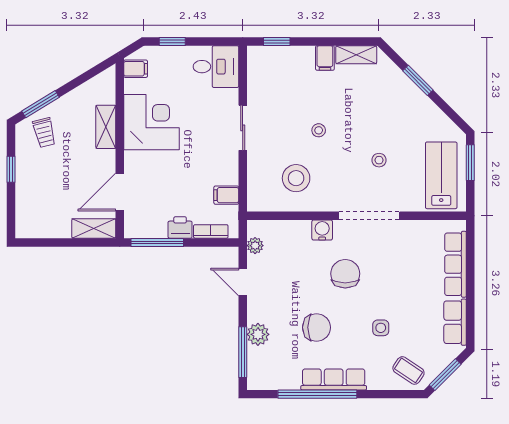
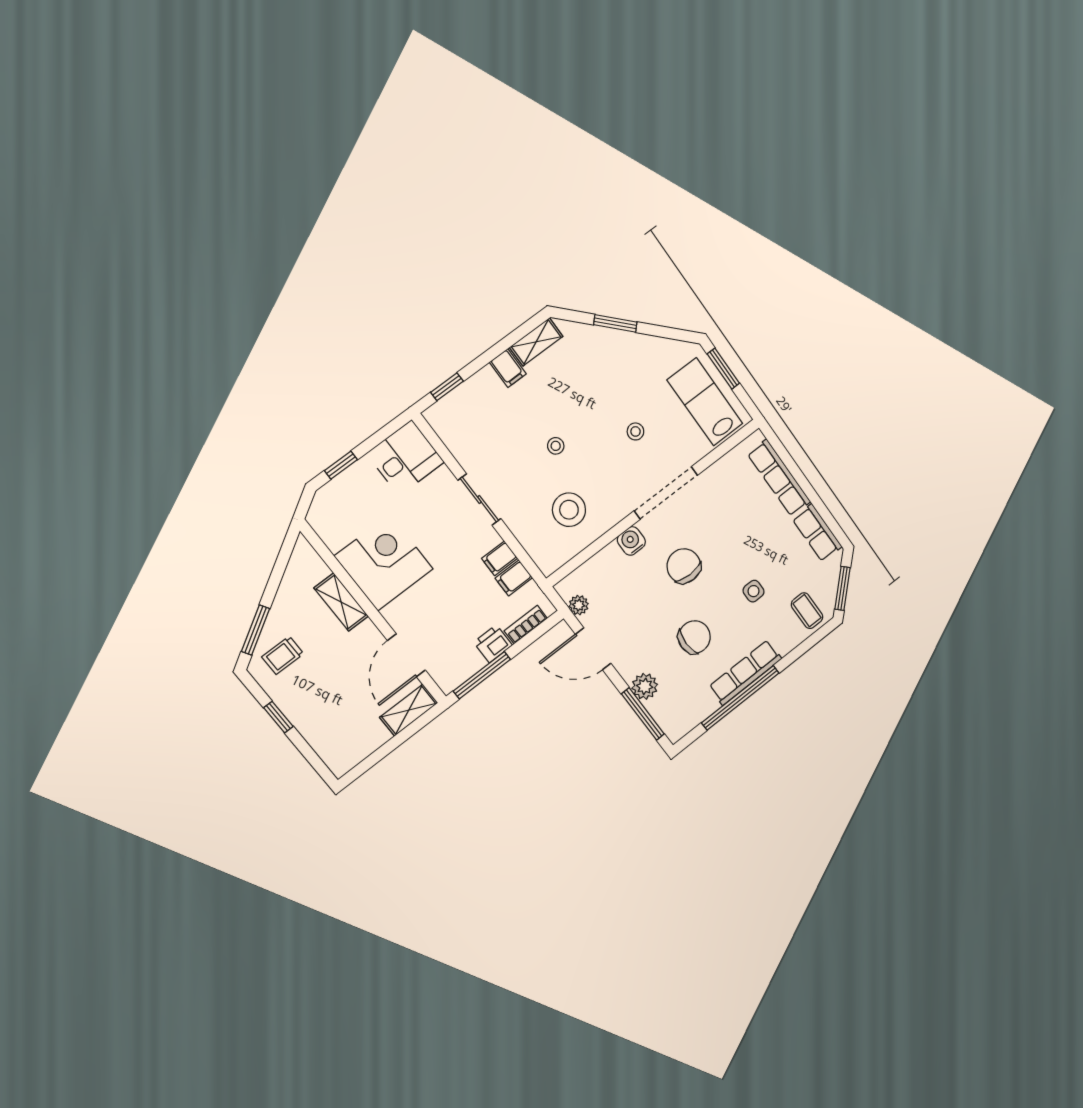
filing cabinet: (136, 69) -> (500, 558), moved, turned 180
trolley: (44, 133) -> (283, 655), turned 104
door: (243, 282) -> (593, 649), width x1.38
coffee table: (408, 370) -> (807, 611), turned 56

